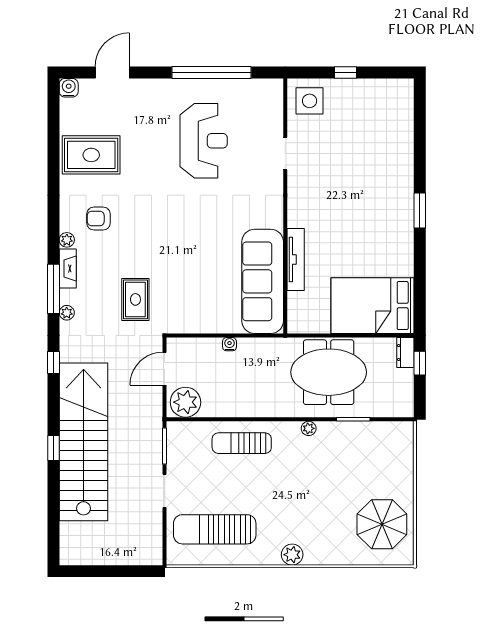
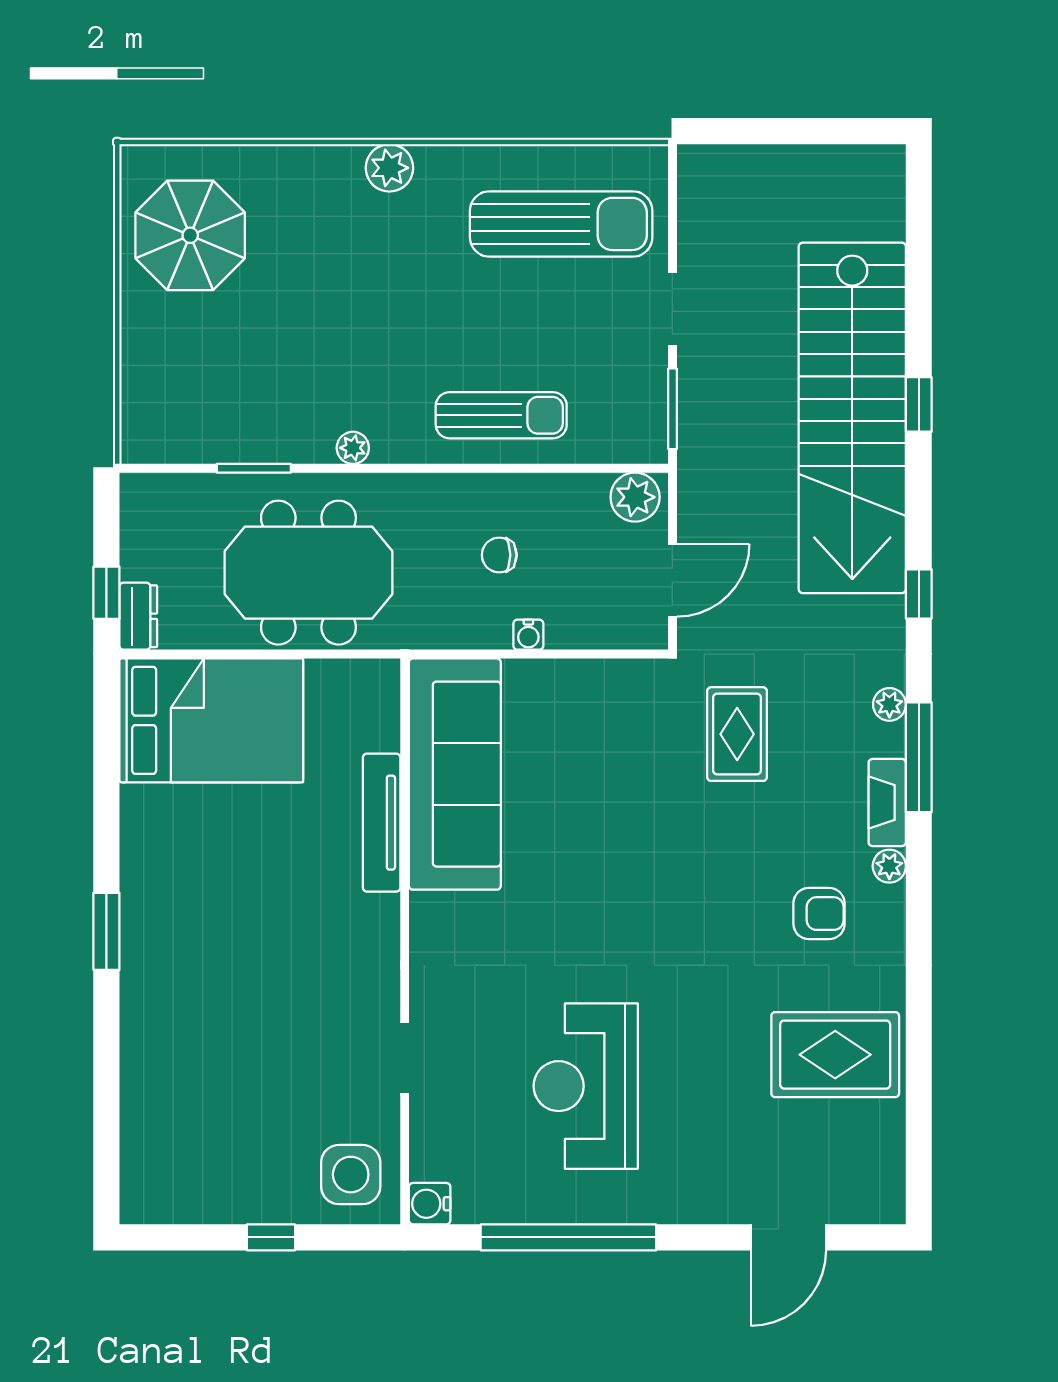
water cooler: (69, 88) -> (430, 1204), moved, turned 90
chair: (243, 380) -> (499, 555), added
plant: (185, 402) -> (635, 497), width x0.73, depth x0.73

